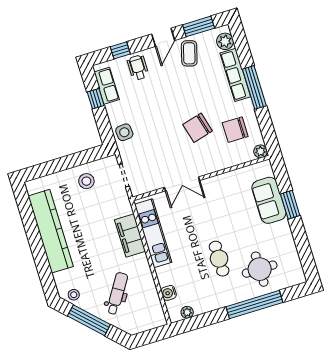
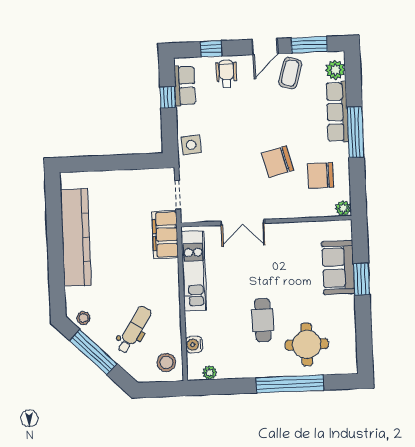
stool: (86, 181) -> (166, 362), moved
filing cabinet: (130, 236) -> (165, 235), moved

